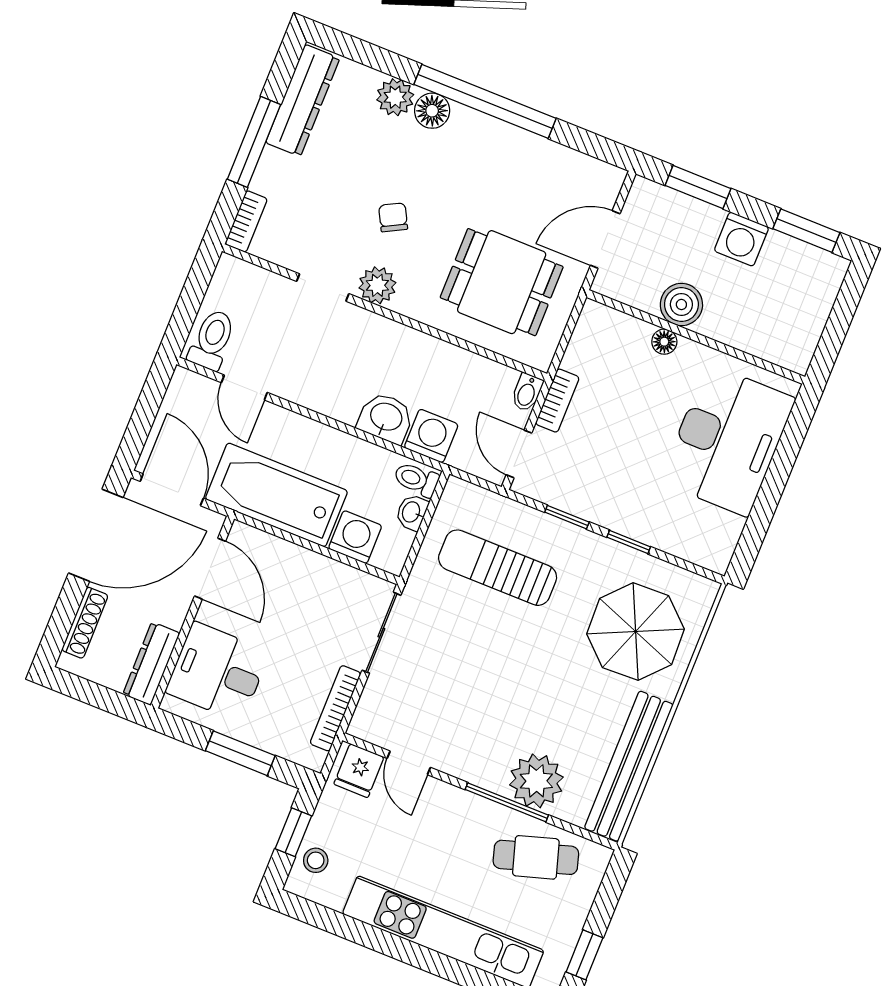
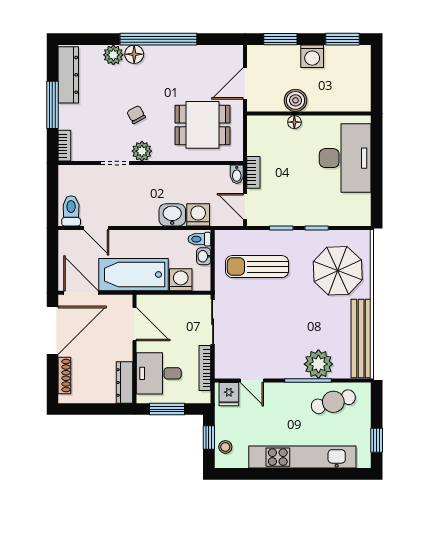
door: (210, 569) -> (134, 324), moved
wall: (192, 612) -> (134, 349), moved
dresser: (151, 664) -> (124, 382), moved
desk: (218, 672) -> (159, 373), moved

